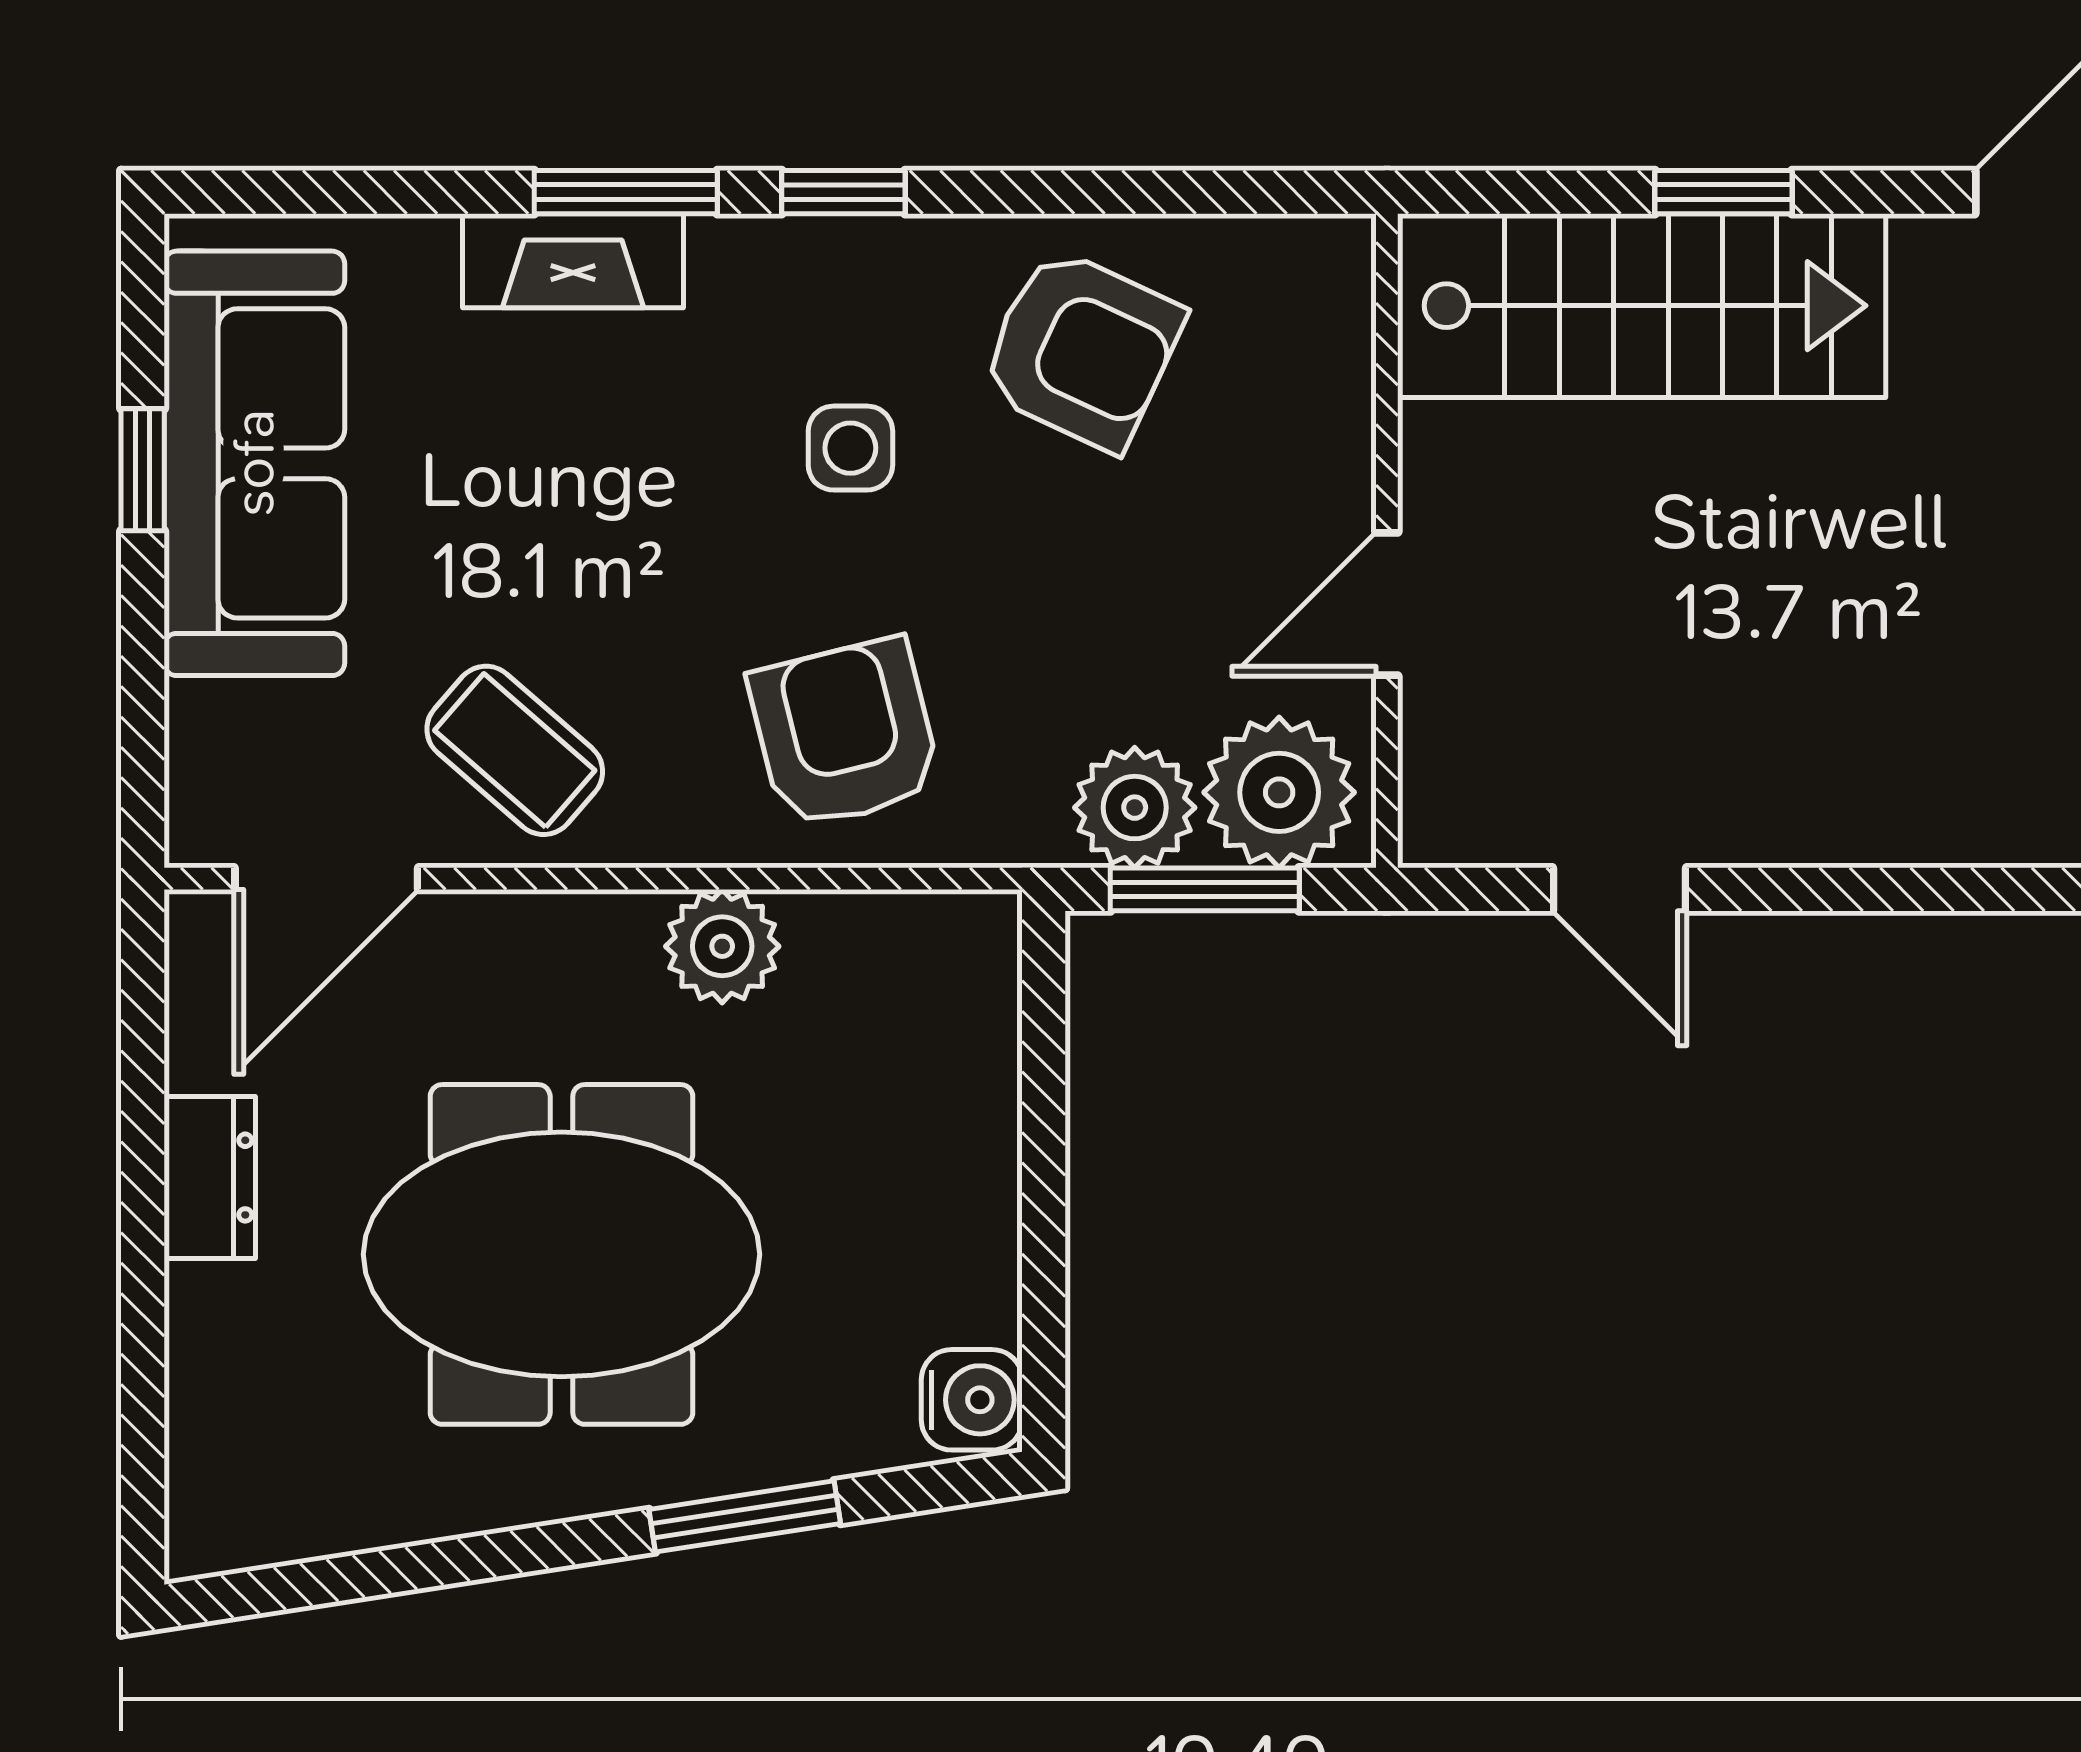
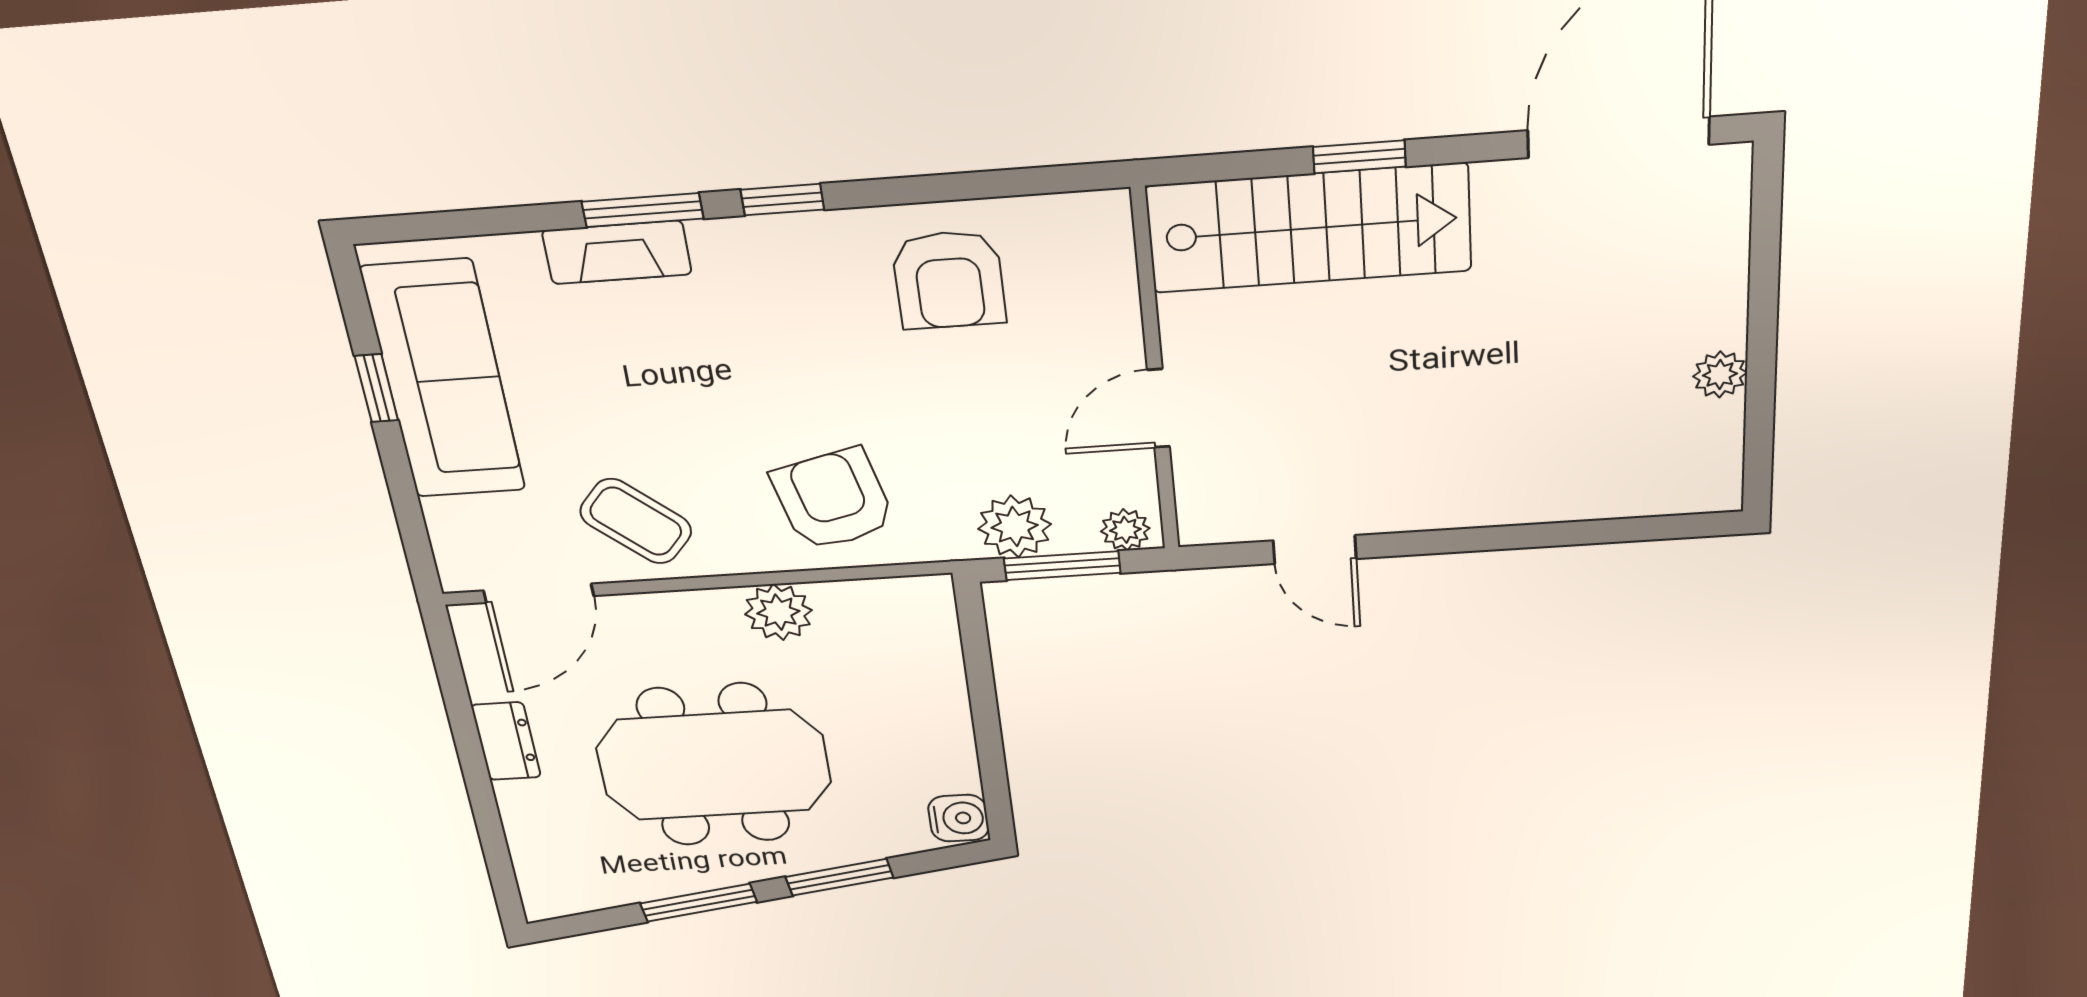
armchair: (1081, 349) -> (949, 280), turned 65
side table: (850, 448) -> (811, 346), removed
plant: (1279, 792) -> (1125, 530), width x0.53, depth x0.53
window: (484, 1557) -> (698, 903), added

